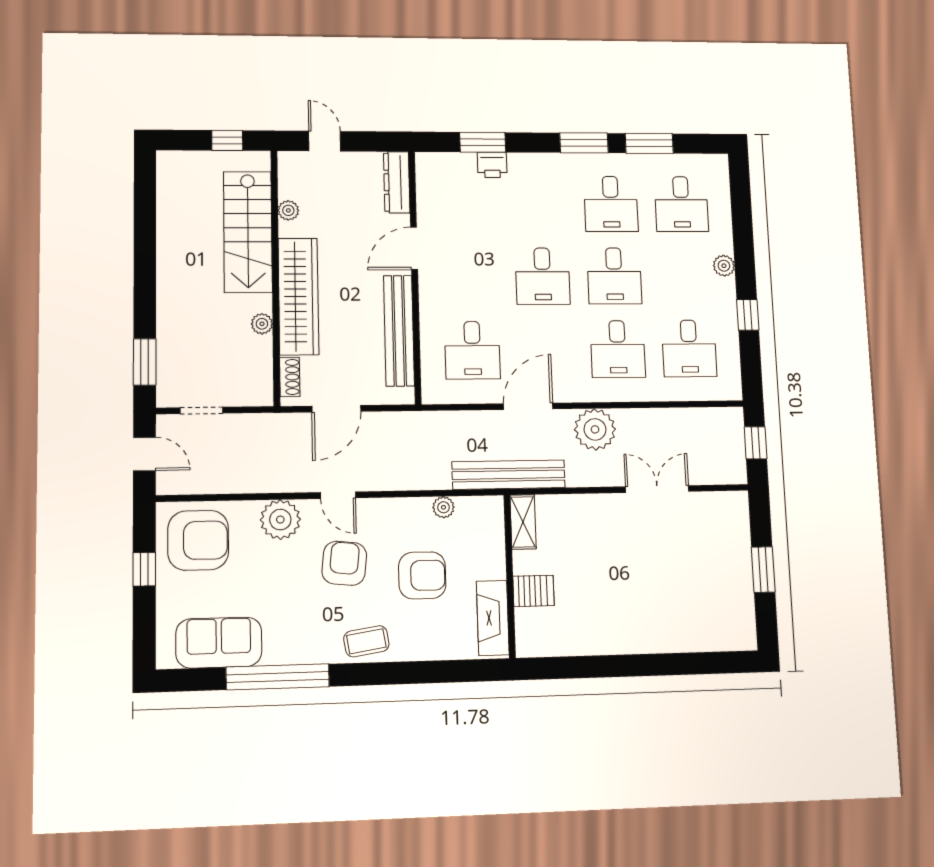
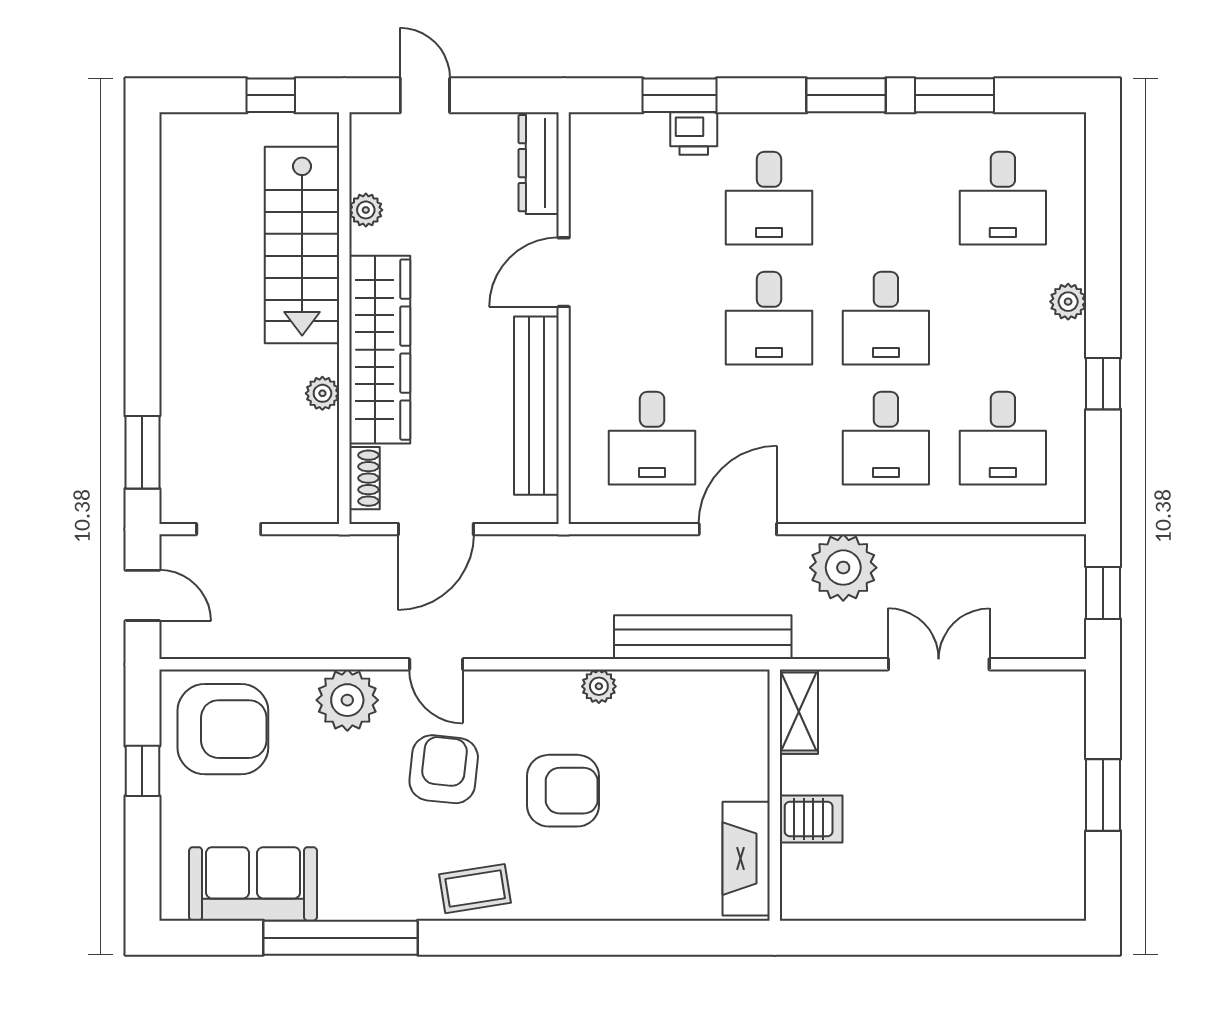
desk: (611, 204) -> (769, 198), moved
shelving: (523, 522) -> (799, 712), moved
wall: (510, 576) -> (775, 795), moved
server rack: (533, 591) -> (811, 819), moved
fireplace: (493, 618) -> (746, 859), moved

